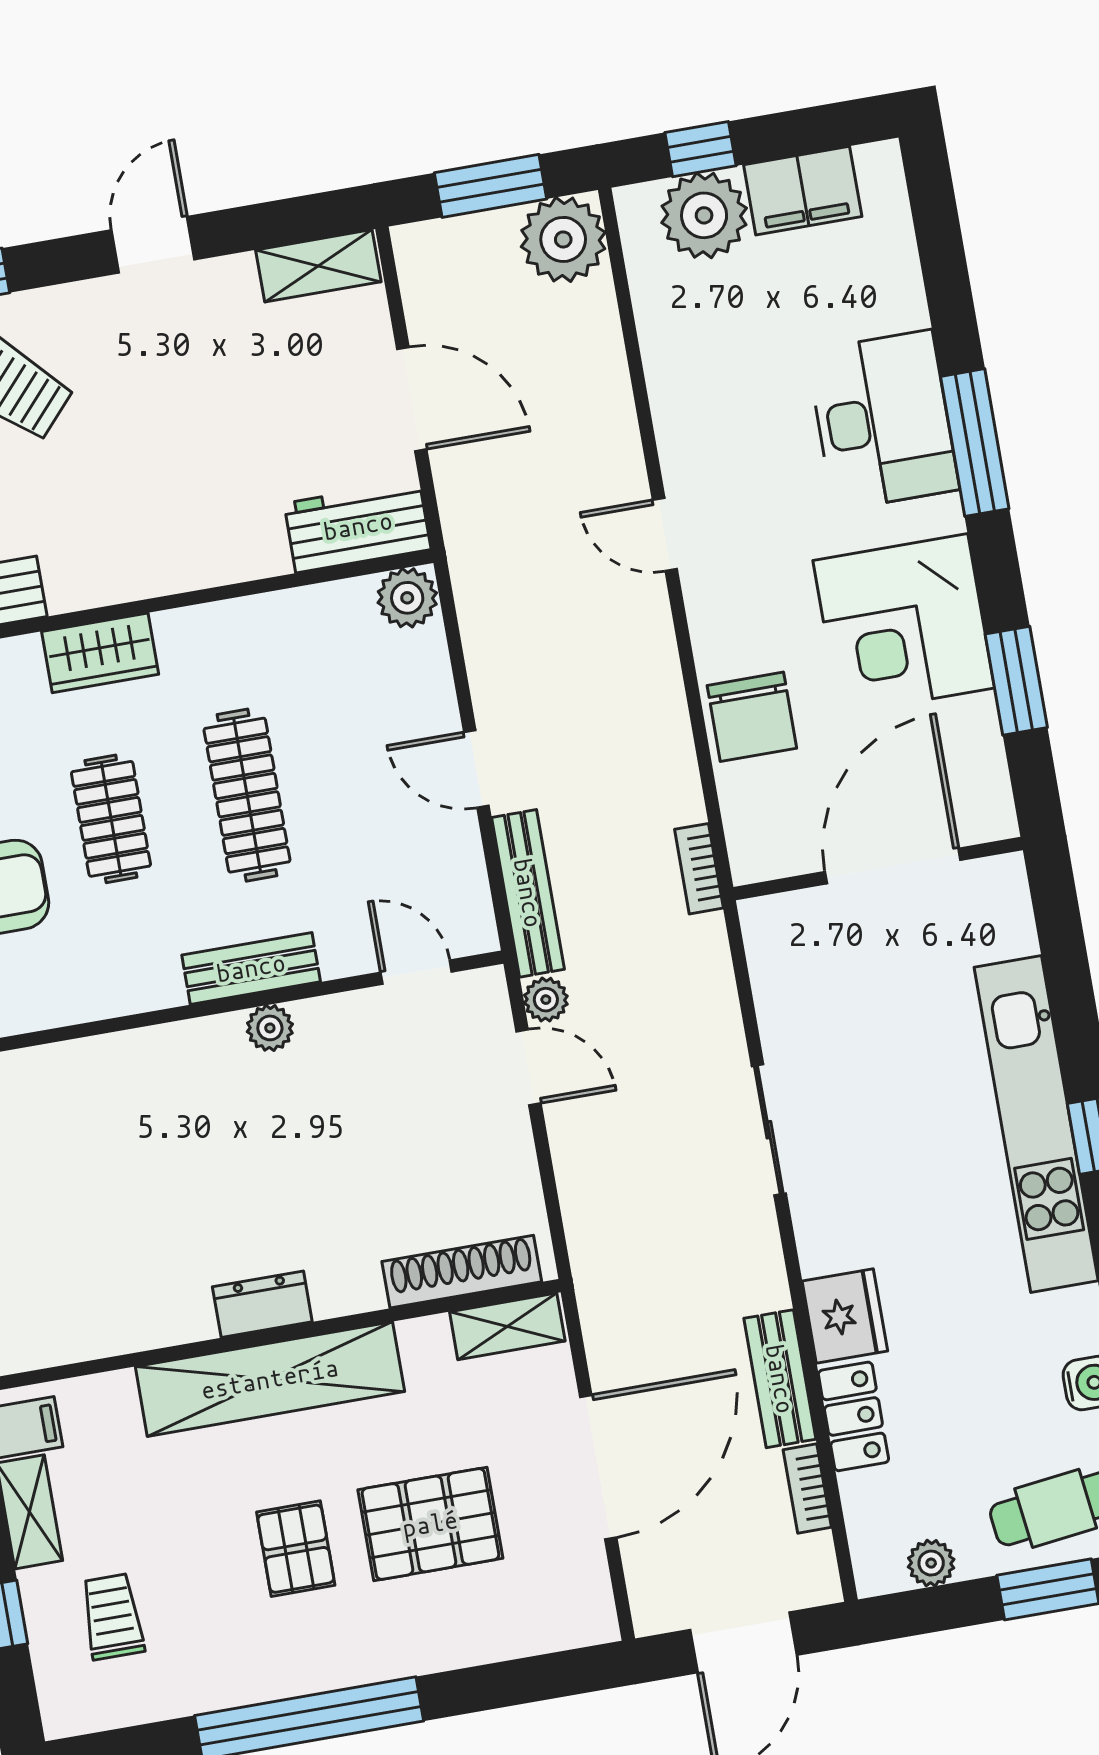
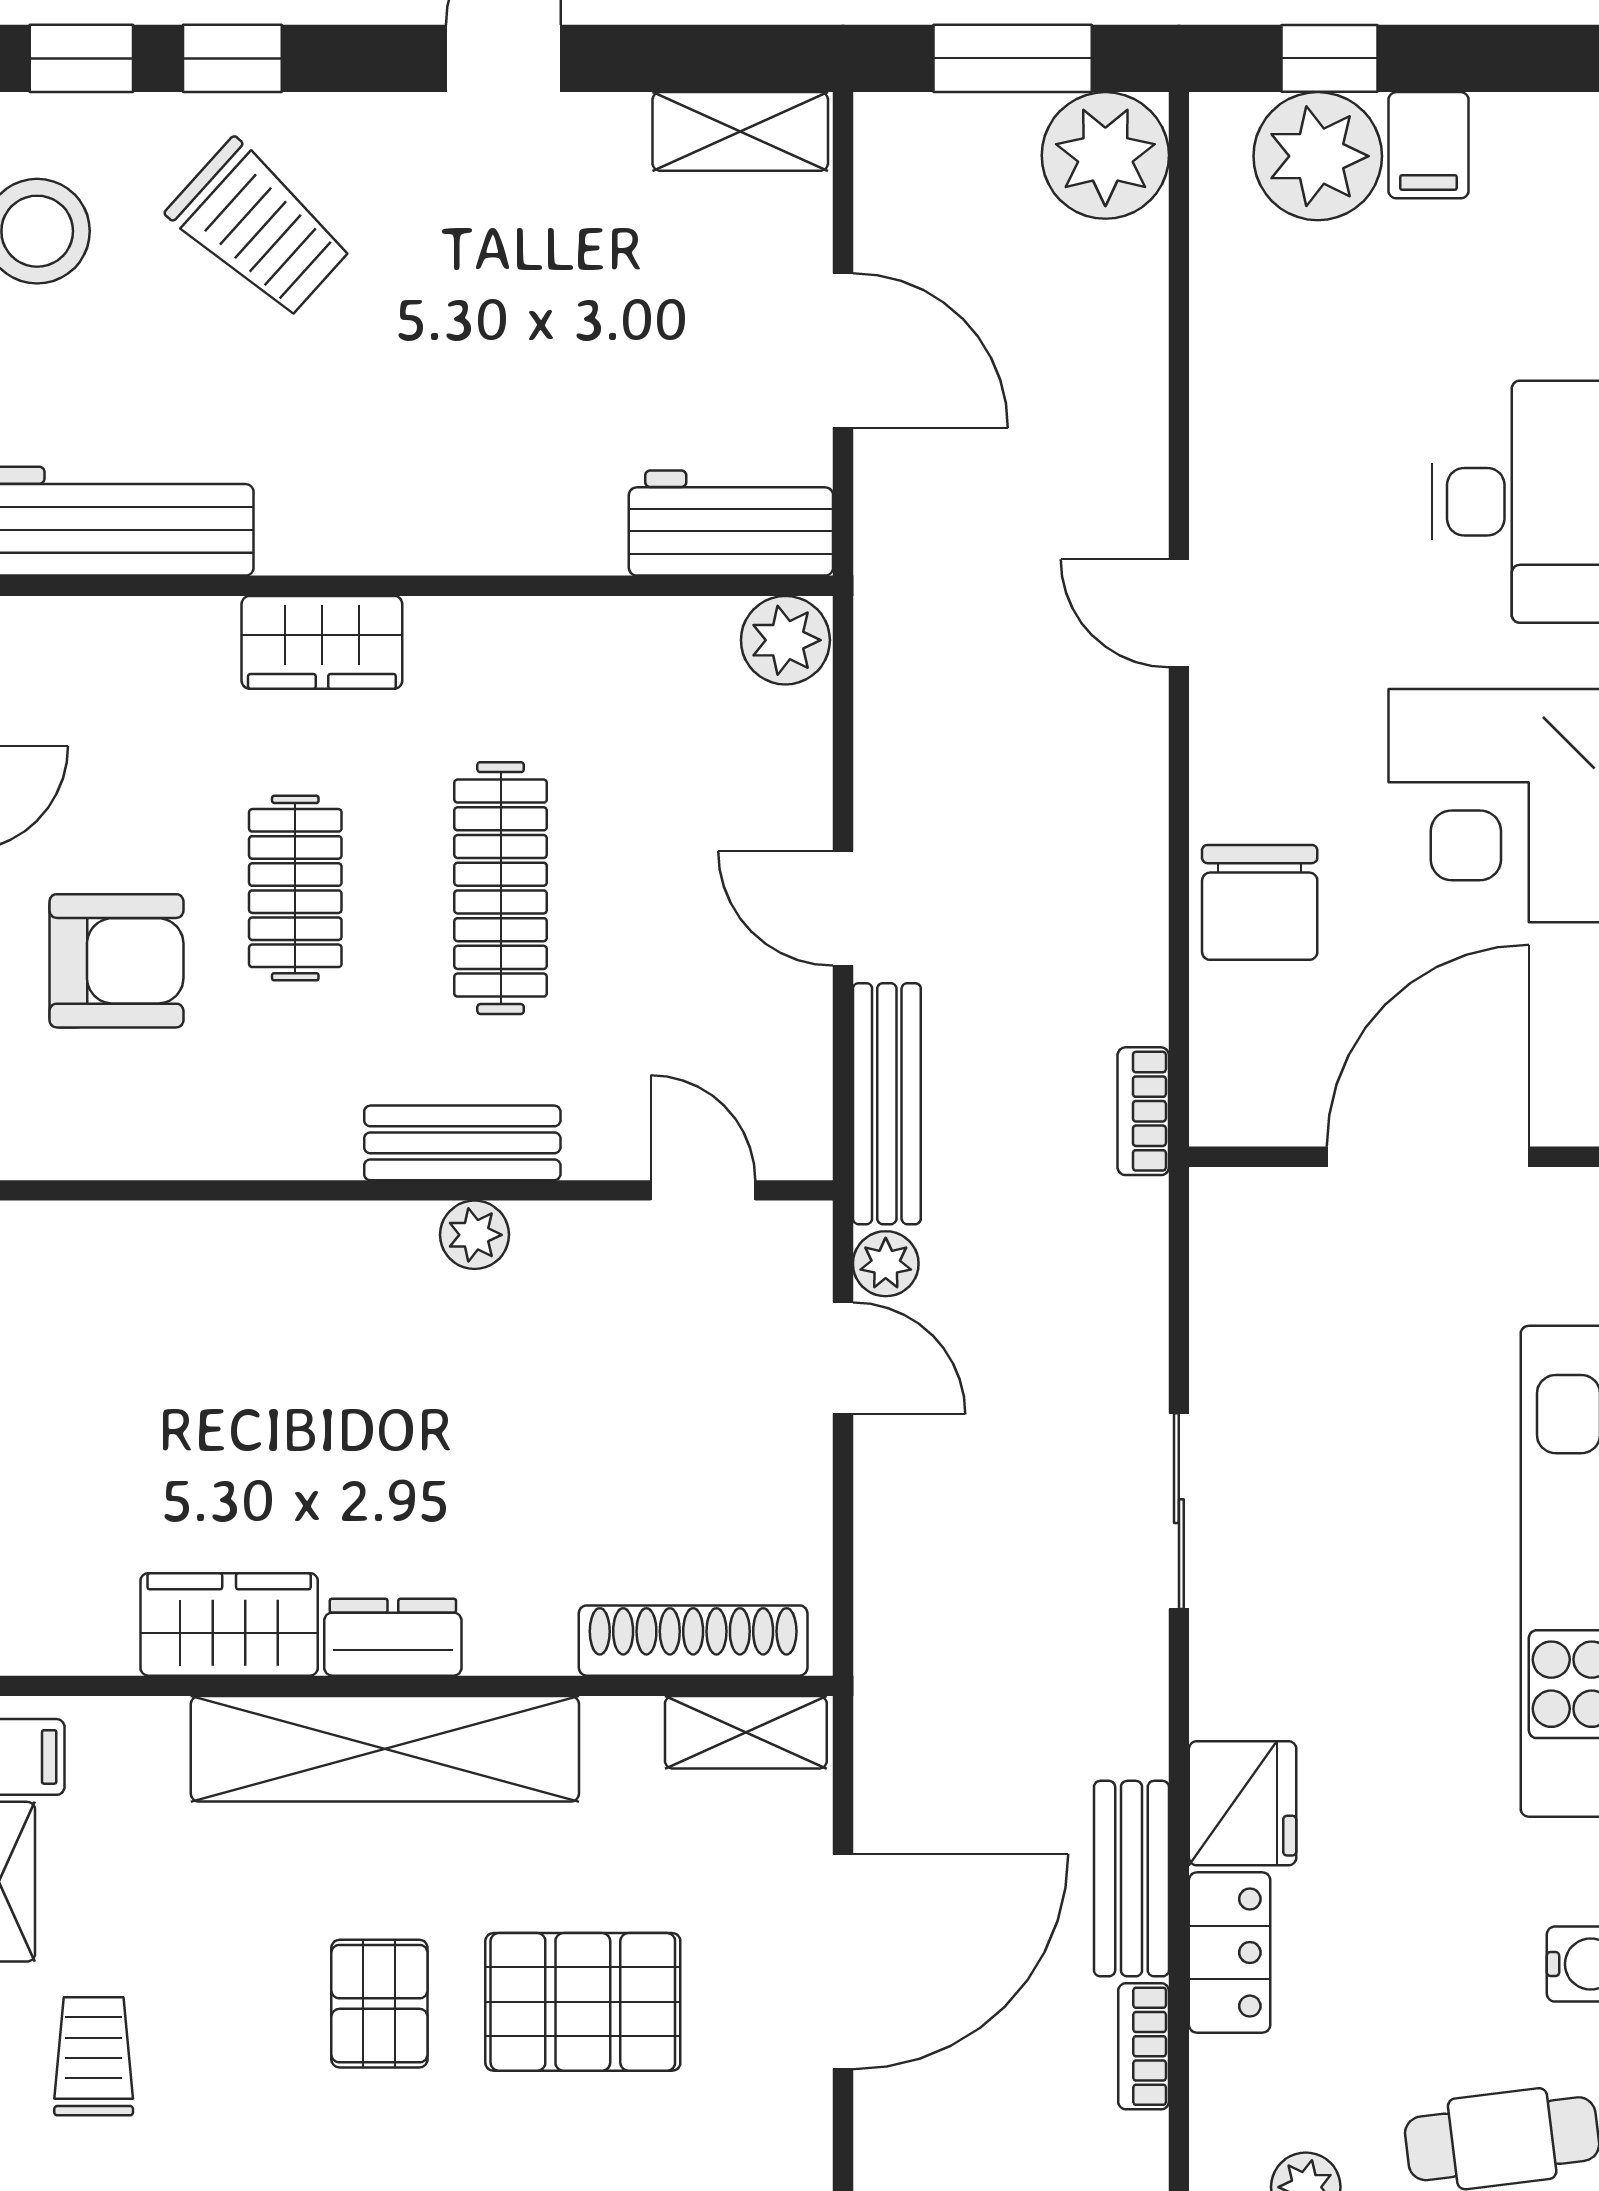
filing cabinet: (803, 191) -> (1428, 145), width x0.50
wardrobe: (152, 1315) -> (229, 1624), added

